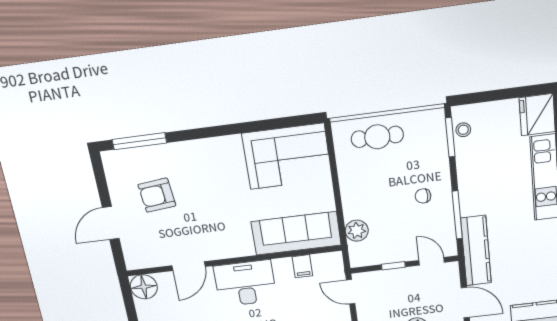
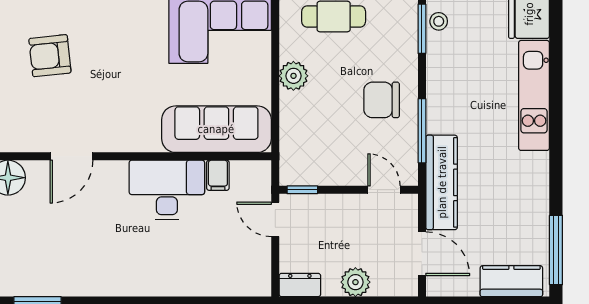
chair: (423, 196) -> (382, 100), width x1.87, depth x1.87
plant: (357, 231) -> (293, 76), moved
window: (393, 266) -> (302, 190), moved
desk: (245, 283) -> (167, 190), moved

